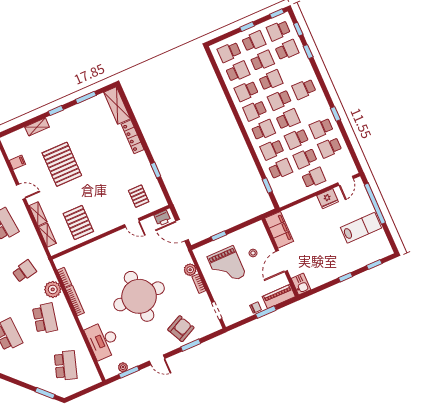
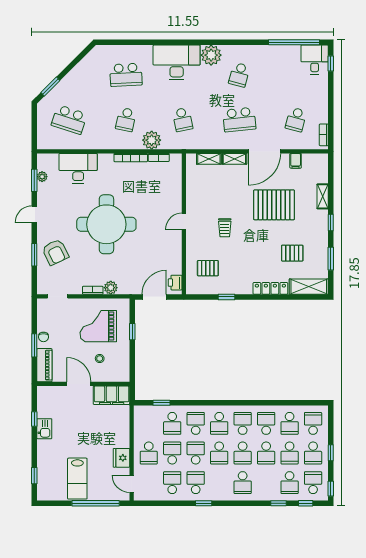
school desk: (304, 89) -> (243, 483), turned 180
school desk: (279, 100) -> (243, 453), turned 180
door: (21, 192) -> (264, 151), width x1.87
trolley: (99, 197) -> (225, 228), added
pallet: (78, 222) -> (292, 253), moved, width x0.67, depth x0.71
door: (132, 223) -> (184, 221), moved
window: (346, 277) -> (34, 419), moved
kitchen sink: (301, 284) -> (44, 429), moved, turned -90
school desk: (45, 318) -> (126, 120), width x0.54

